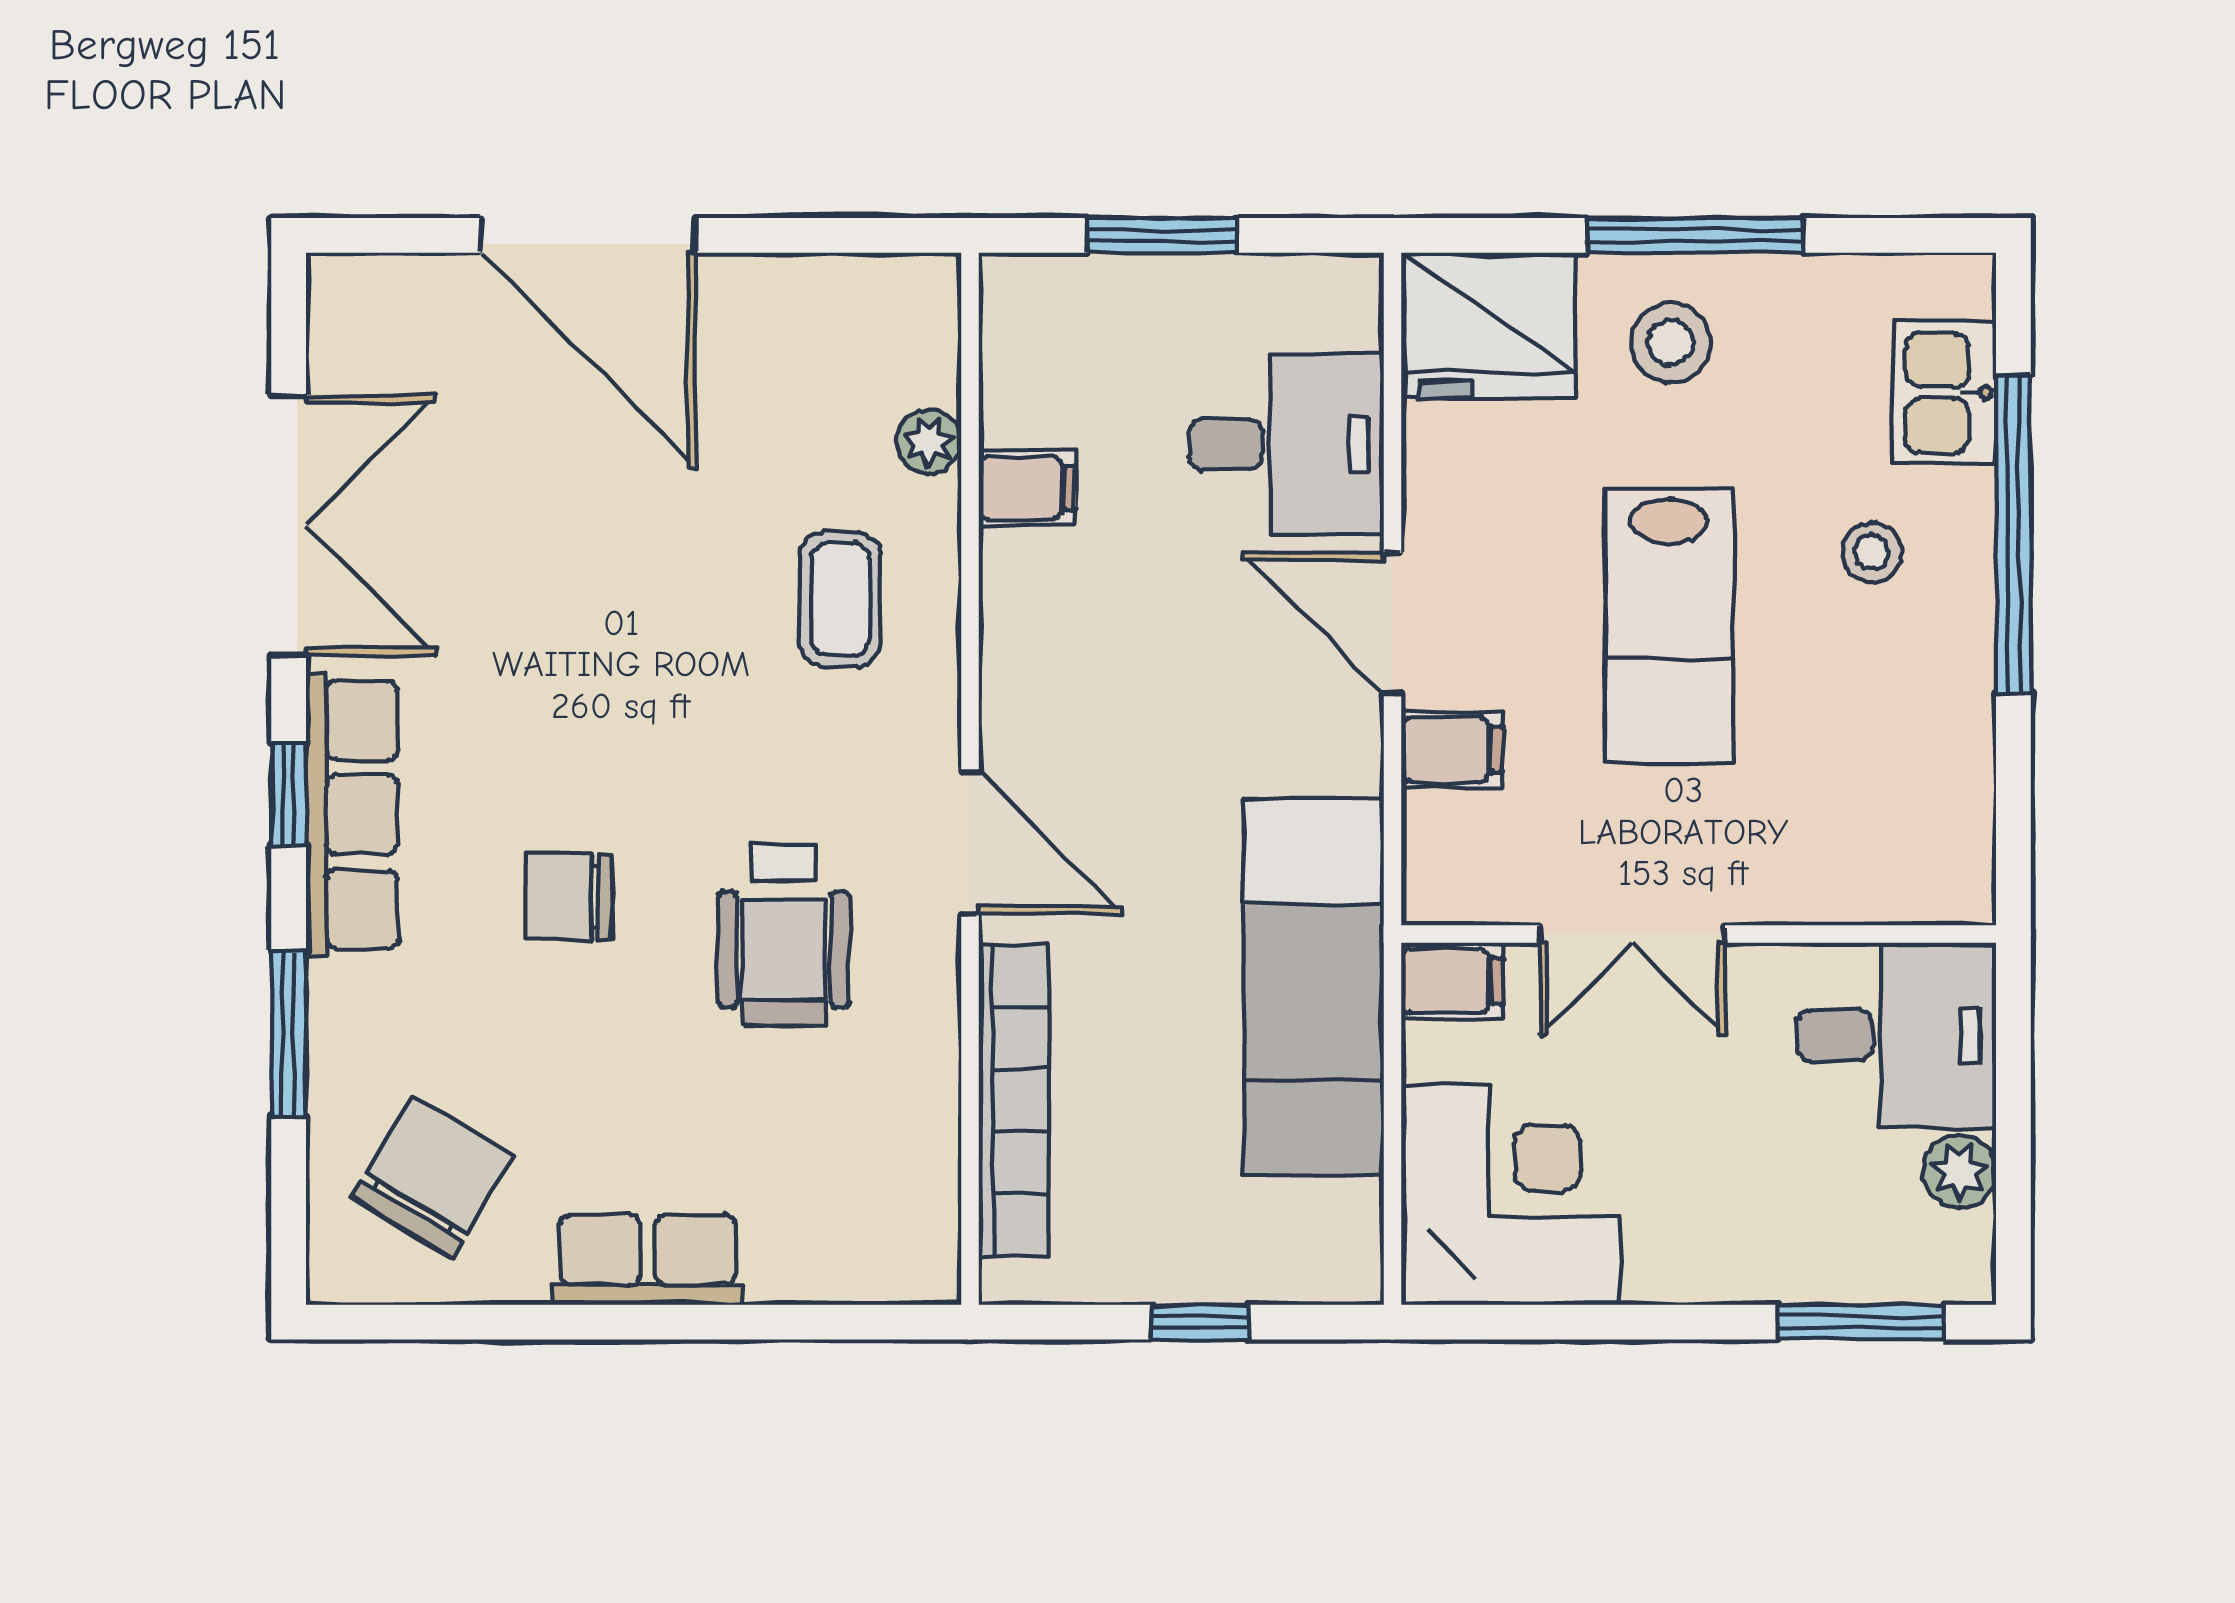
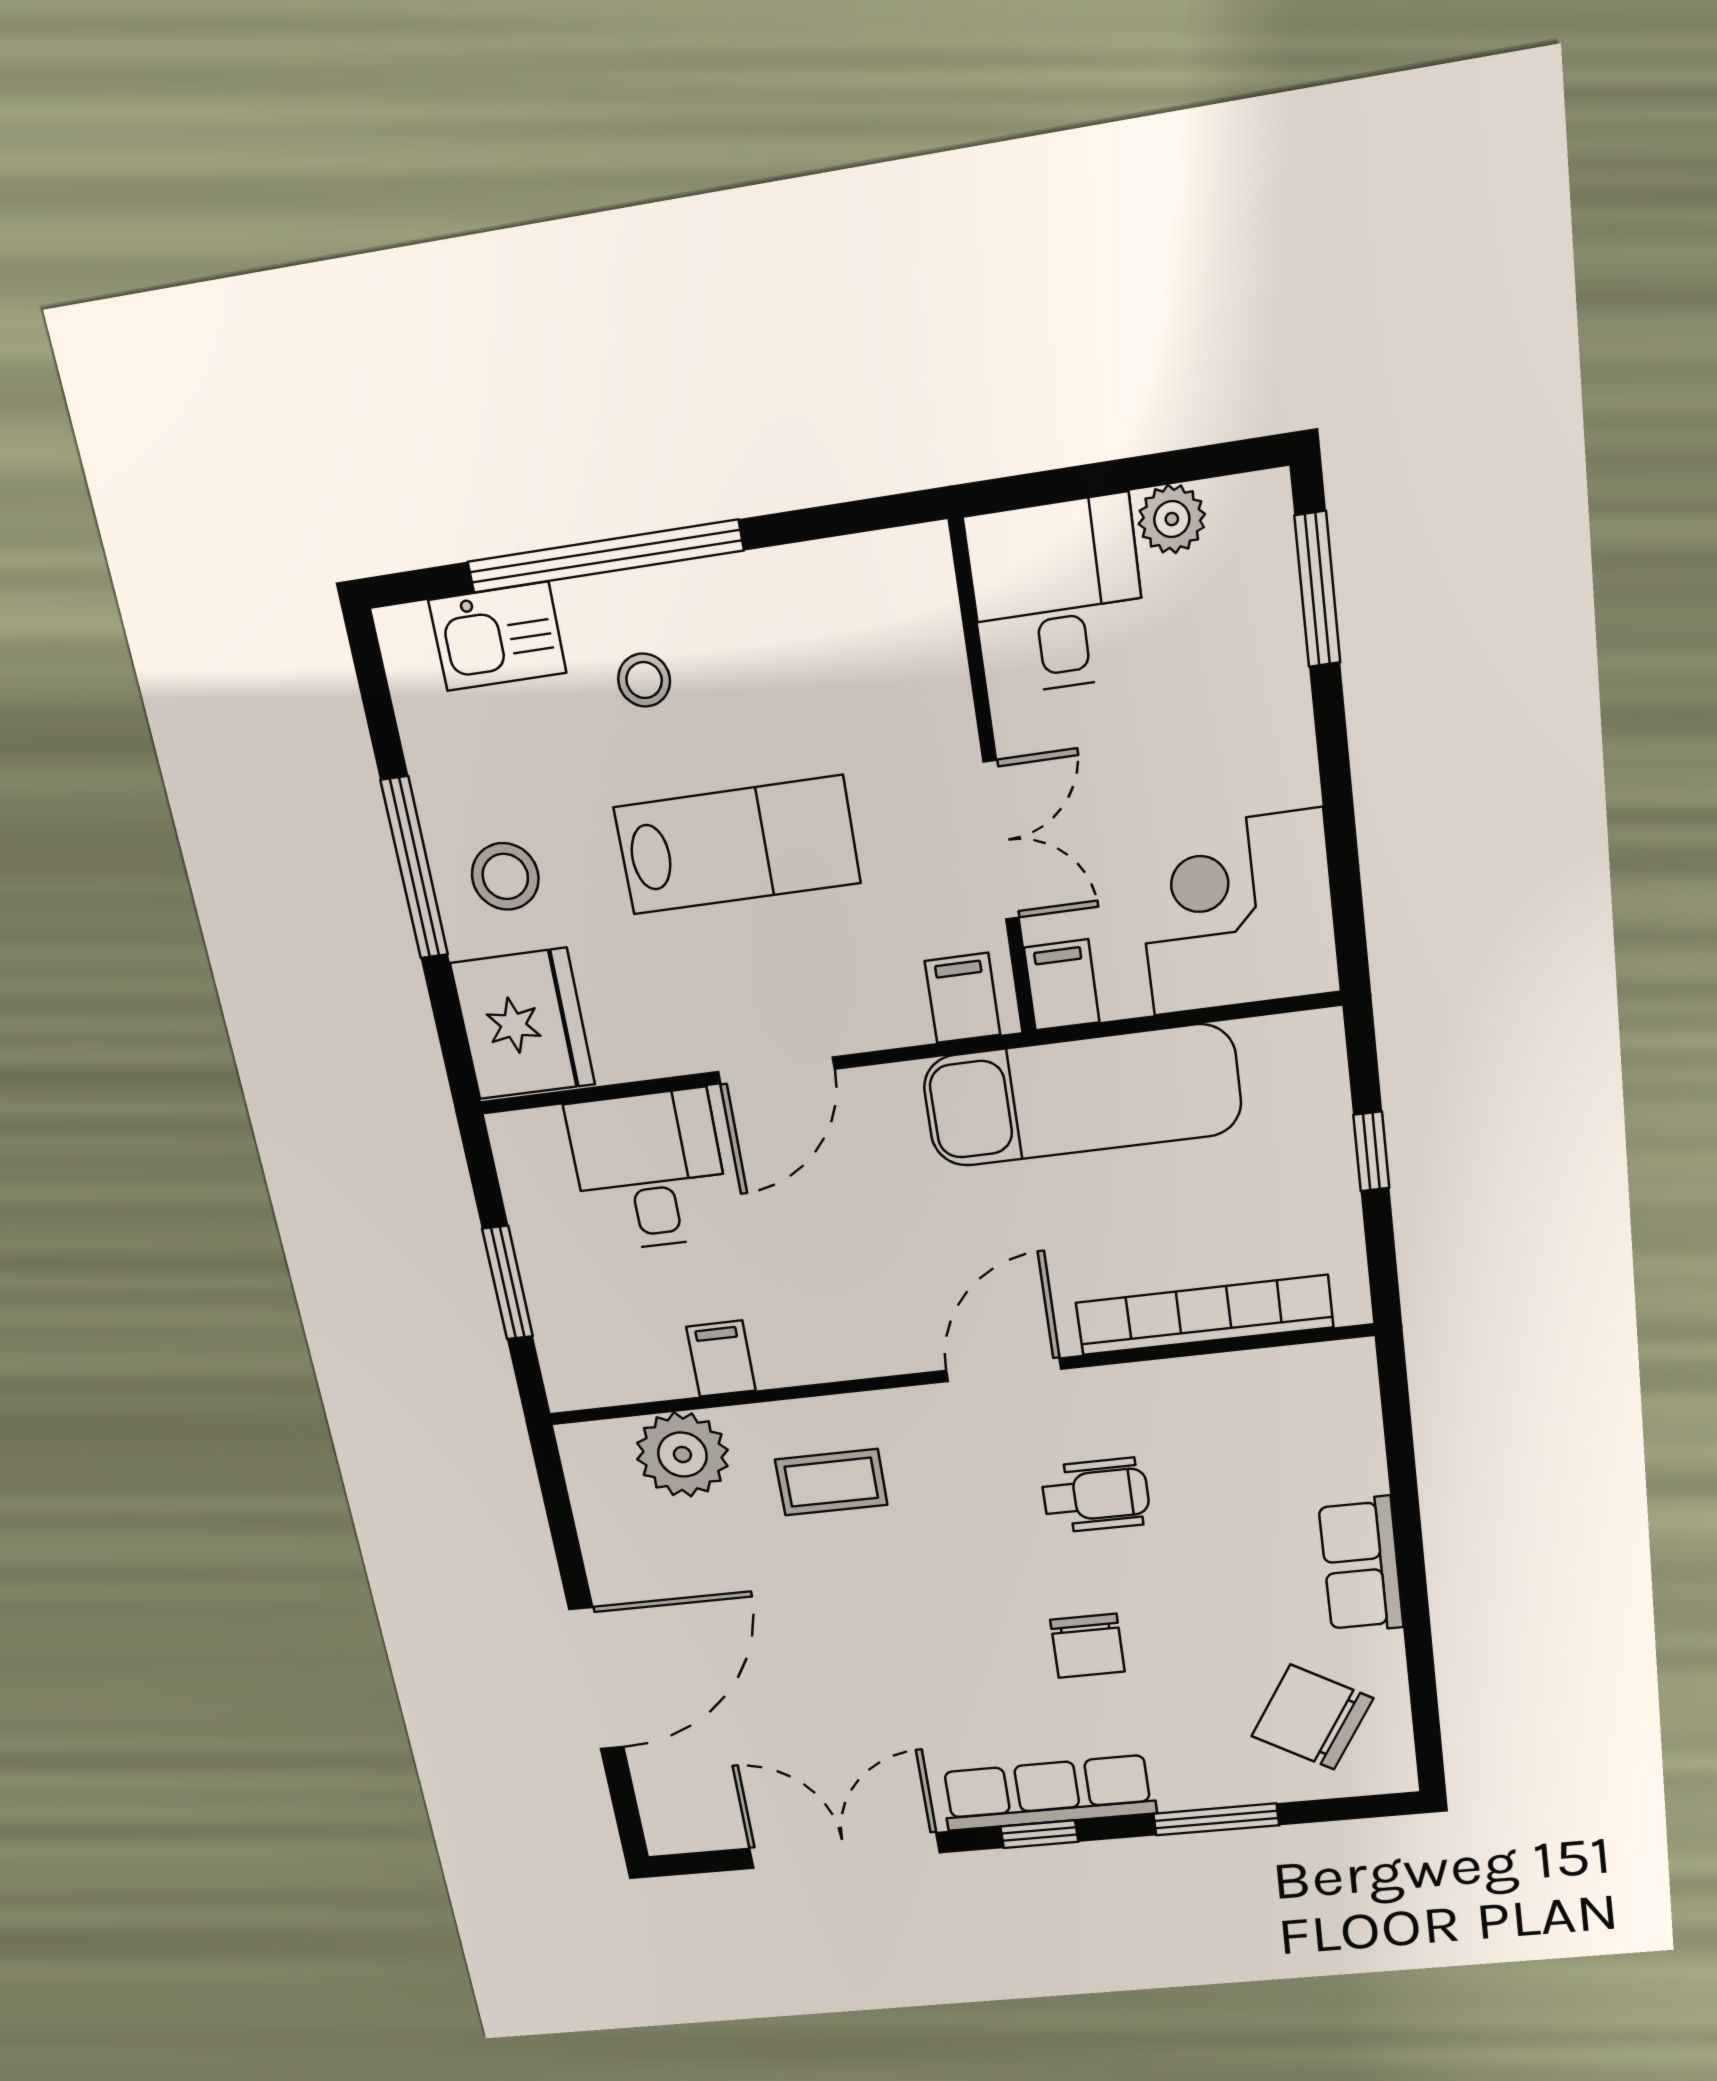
plant: (929, 442) -> (682, 1455), width x1.87, depth x1.87
filing cabinet: (1452, 750) -> (963, 998), moved
wheelchair: (784, 935) -> (1096, 1495), width x0.73, depth x0.73

